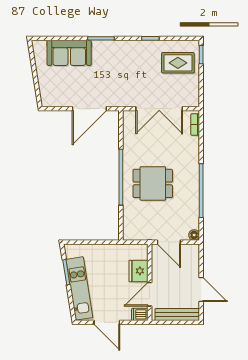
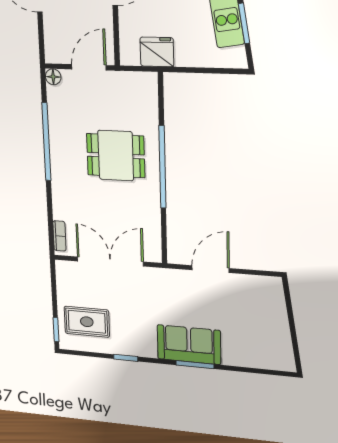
sofa: (69, 53) -> (189, 345), moved
door: (89, 109) -> (211, 269), width x0.73
door: (169, 242) -> (89, 67), hinge flipped
fridge: (138, 271) -> (157, 52), moved, turned -90

